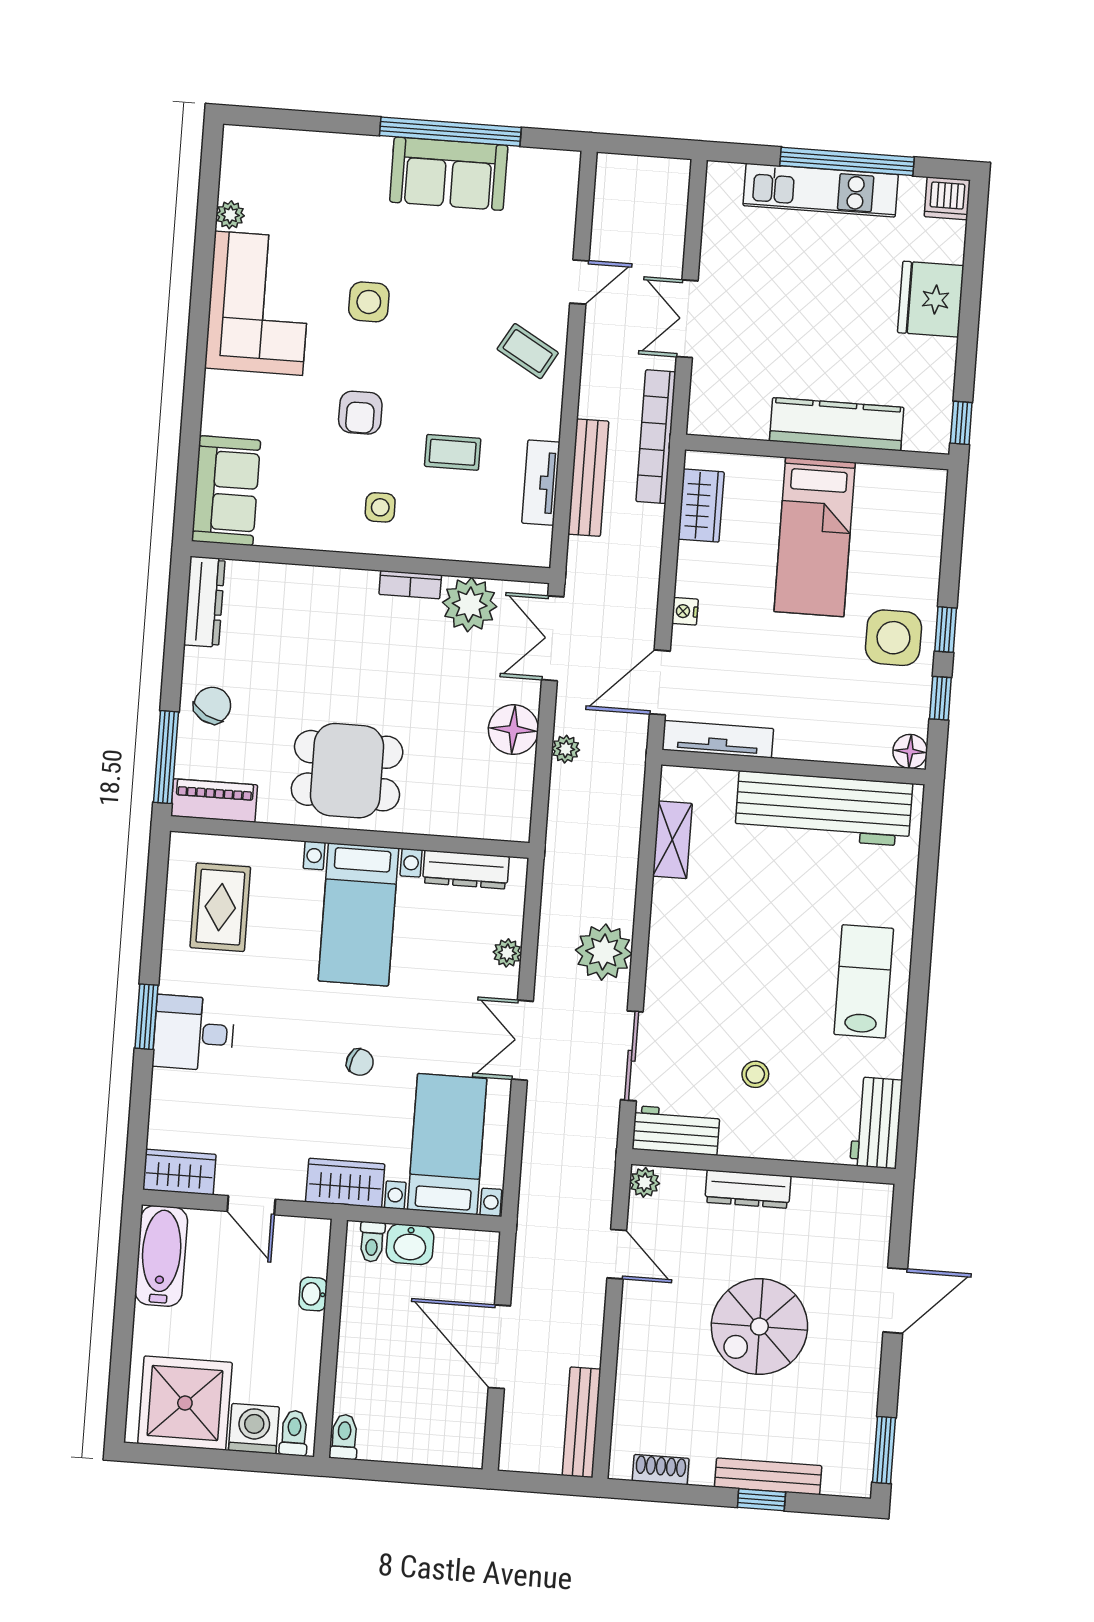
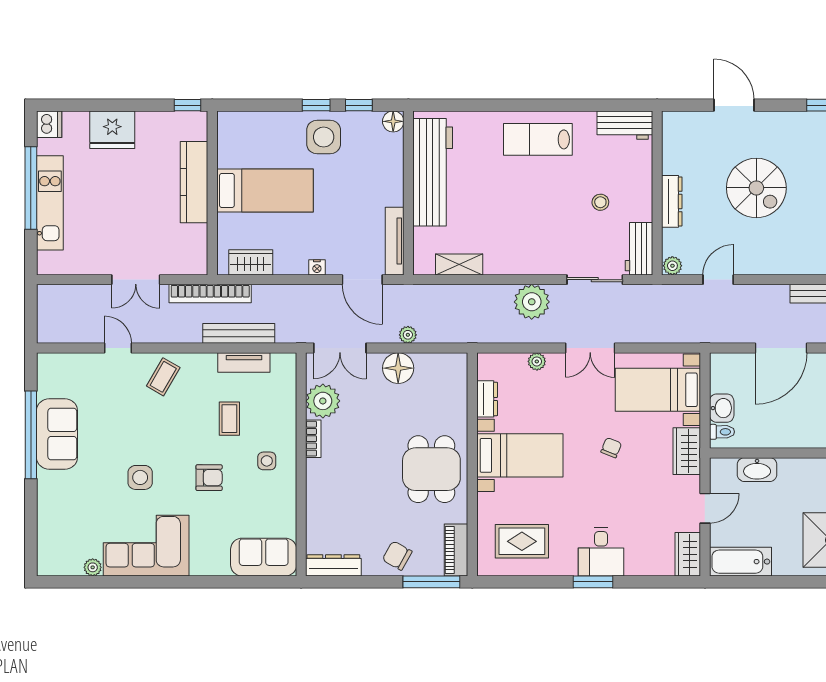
dresser: (466, 870) -> (487, 399), width x0.70
washbasin: (313, 1294) -> (757, 470), width x1.91, depth x1.45

